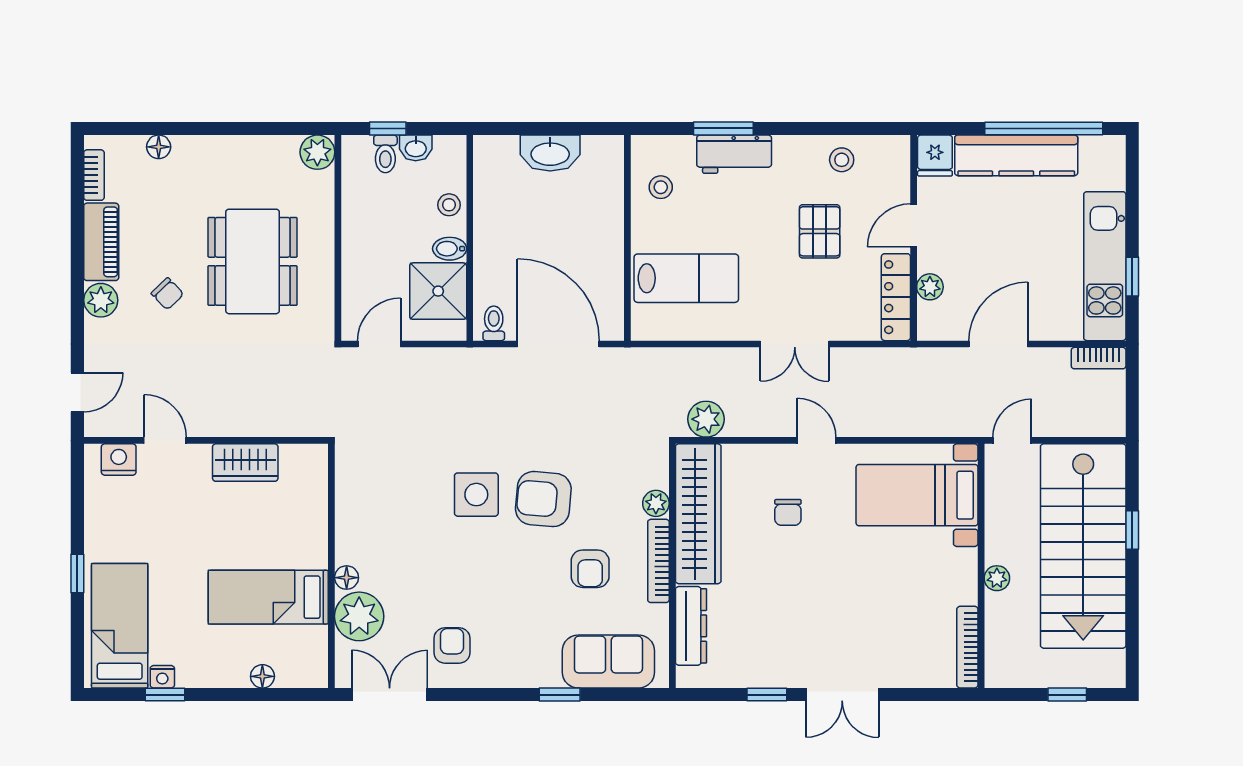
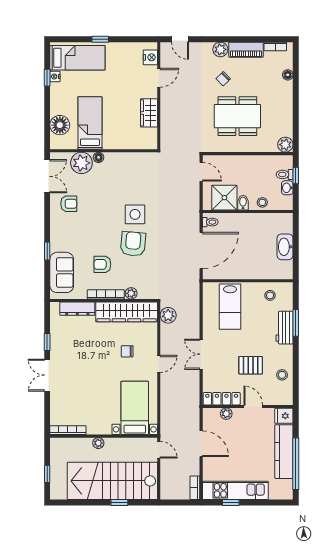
floor lamp: (262, 676) -> (60, 125), width x1.89, depth x1.89

